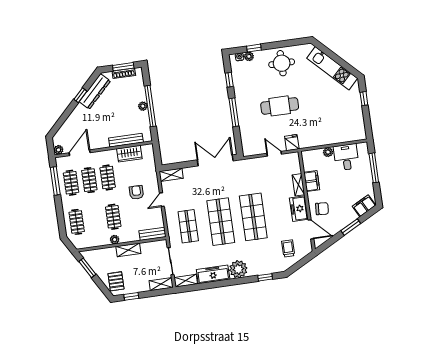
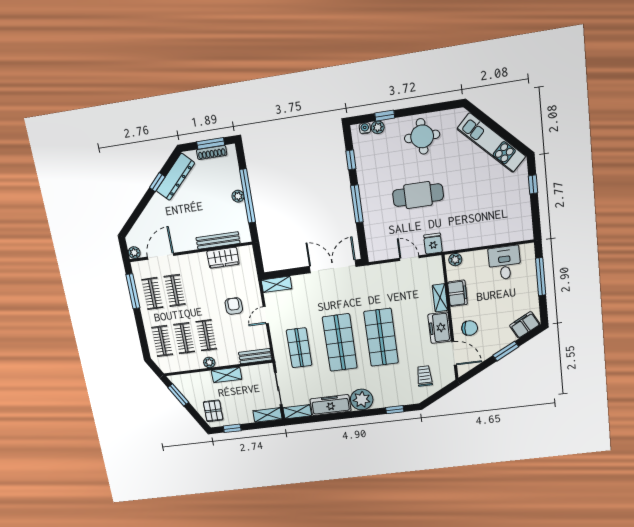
plant: (328, 152) -> (455, 260), moved
clothes rail: (108, 177) -> (184, 338), moved

